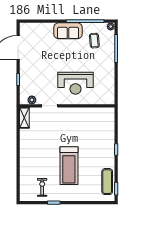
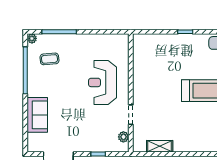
sofa: (68, 31) -> (37, 115), moved
reception desk: (76, 83) -> (103, 82), turned 180
shelving: (24, 118) -> (160, 146), moved

